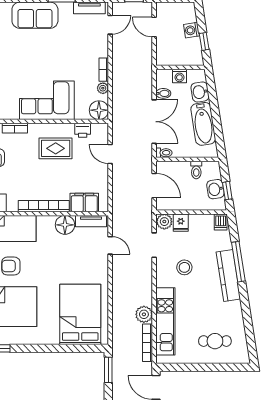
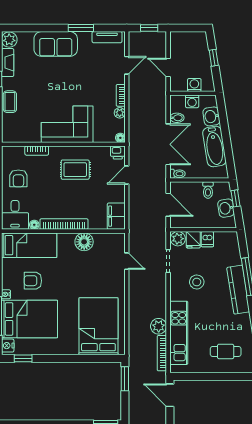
door: (110, 25) -> (127, 65), moved
door: (154, 27) -> (168, 67), moved
washing machine: (192, 30) -> (194, 85), moved, turned 99
window: (204, 41) -> (214, 58), moved
floor lamp: (99, 110) -> (120, 138), width x0.53, depth x0.53
printer: (83, 130) -> (118, 153), moved
door: (110, 154) -> (127, 175), hinge flipped
window: (227, 191) -> (236, 198), moved
filing cabinet: (84, 202) -> (116, 216), moved, turned -90
floor lamp: (12, 207) -> (34, 225), added
tv unit: (91, 221) -> (109, 238), removed
dishwasher: (221, 222) -> (207, 239), moved

